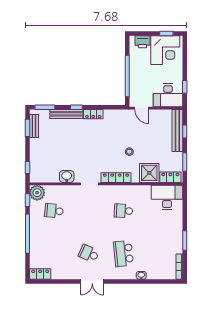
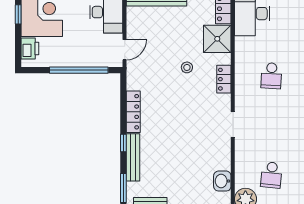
locker: (93, 114) -> (133, 112), width x1.53
washbasin: (67, 176) -> (222, 181), moved
locker: (116, 178) -> (224, 79), width x0.66

